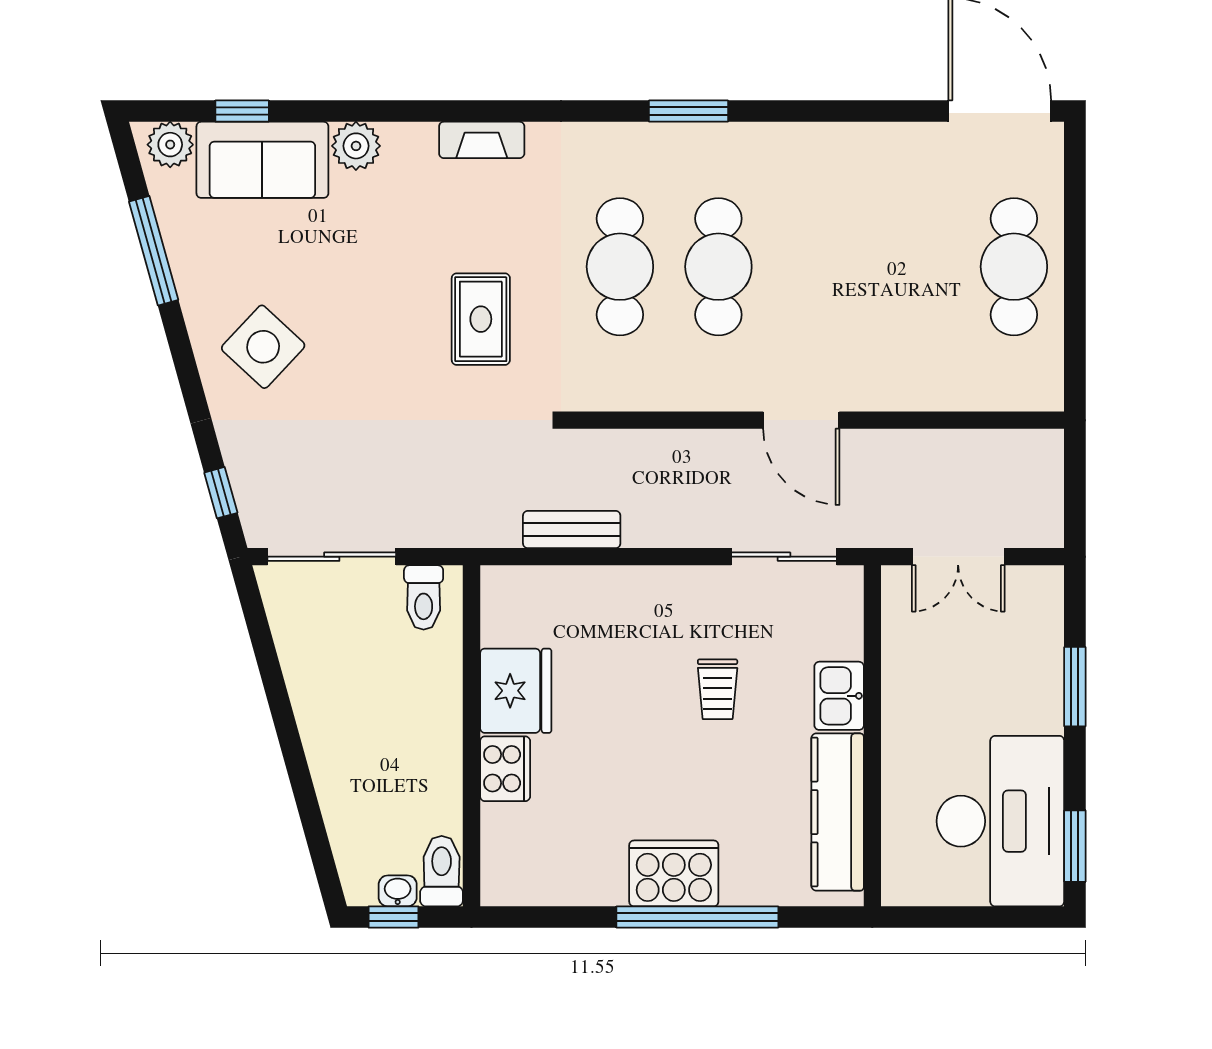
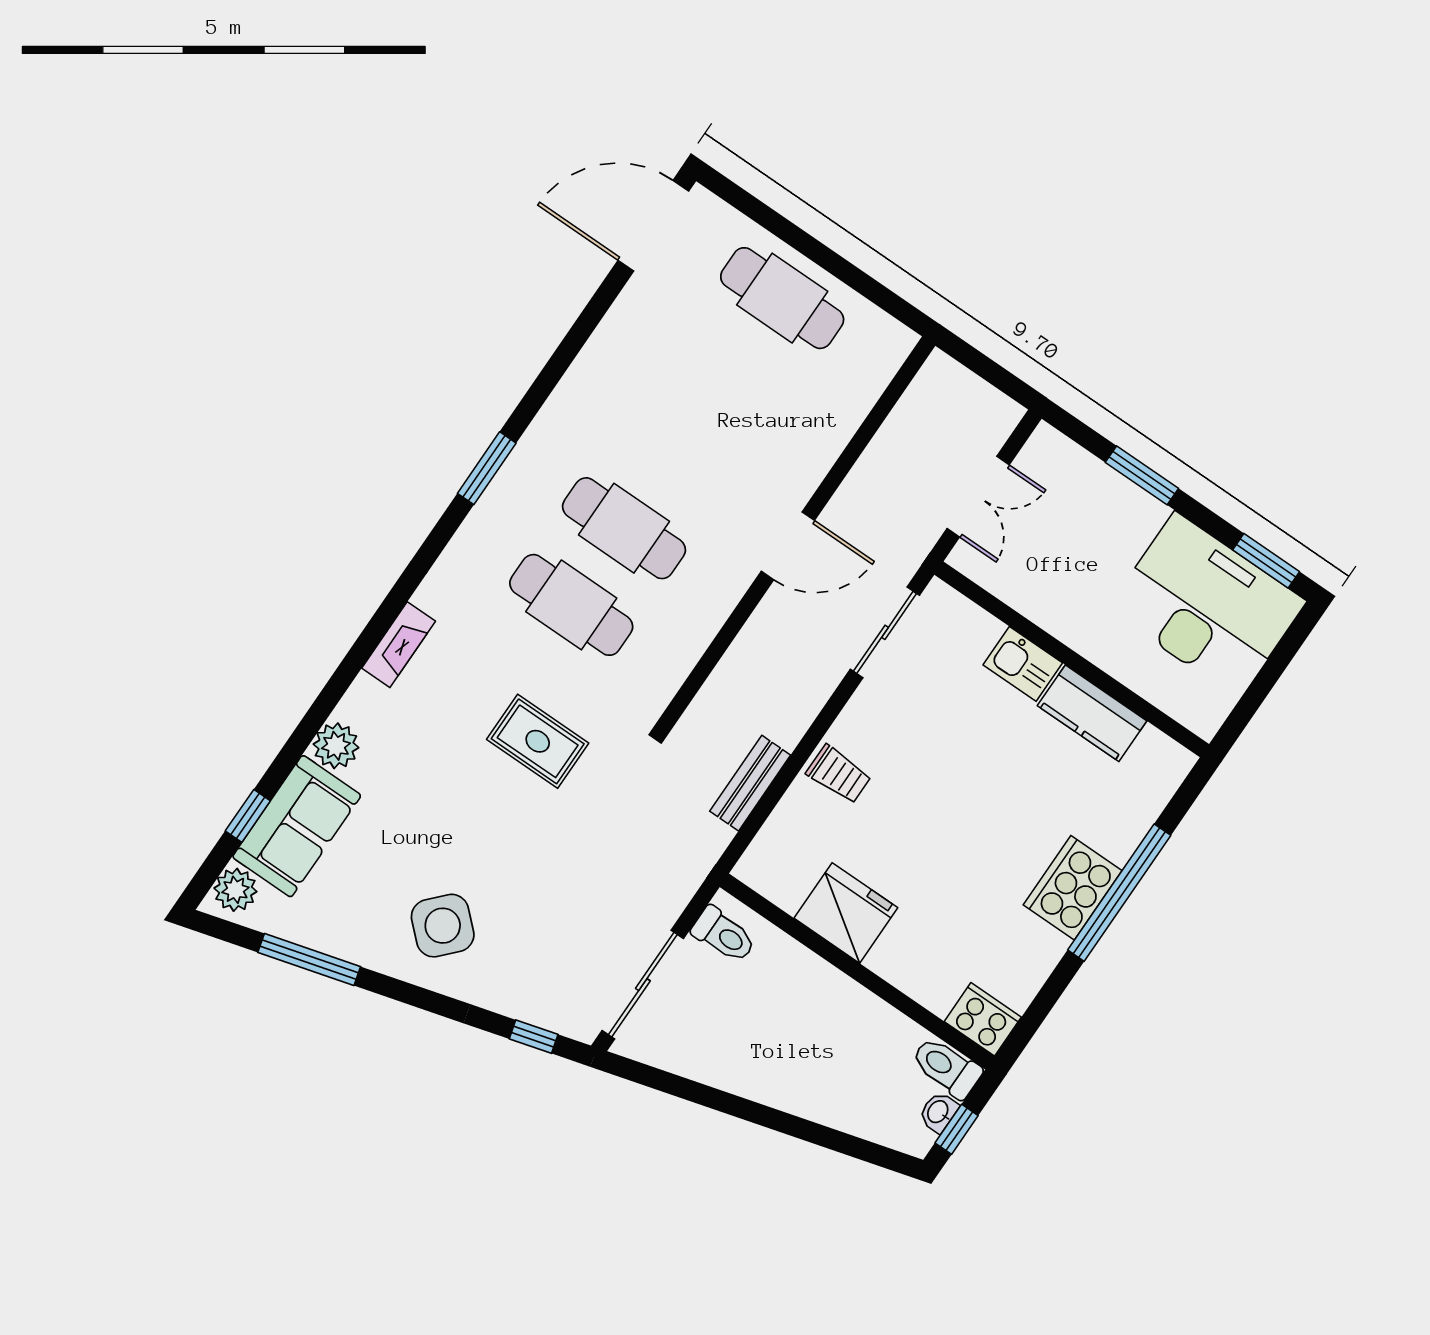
trolley: (718, 689) -> (839, 774), moved
cooker: (505, 769) -> (983, 1019), moved
kitchen counter: (838, 812) -> (1092, 713), width x0.67

